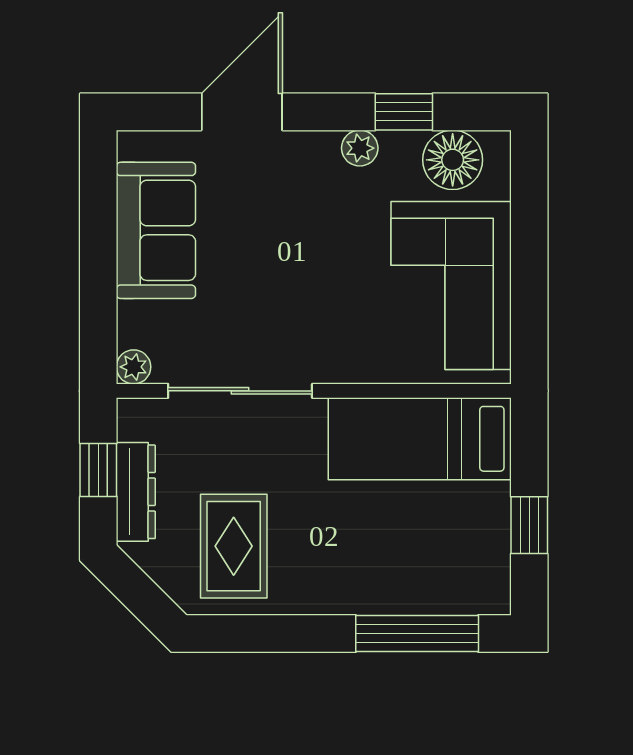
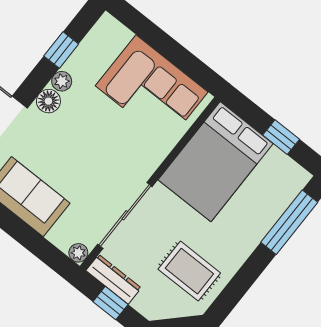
floor lamp: (453, 160) -> (48, 101), moved, width x0.73, depth x0.73
bed: (420, 439) -> (216, 162), width x1.50
dresser: (136, 492) -> (114, 279), moved

